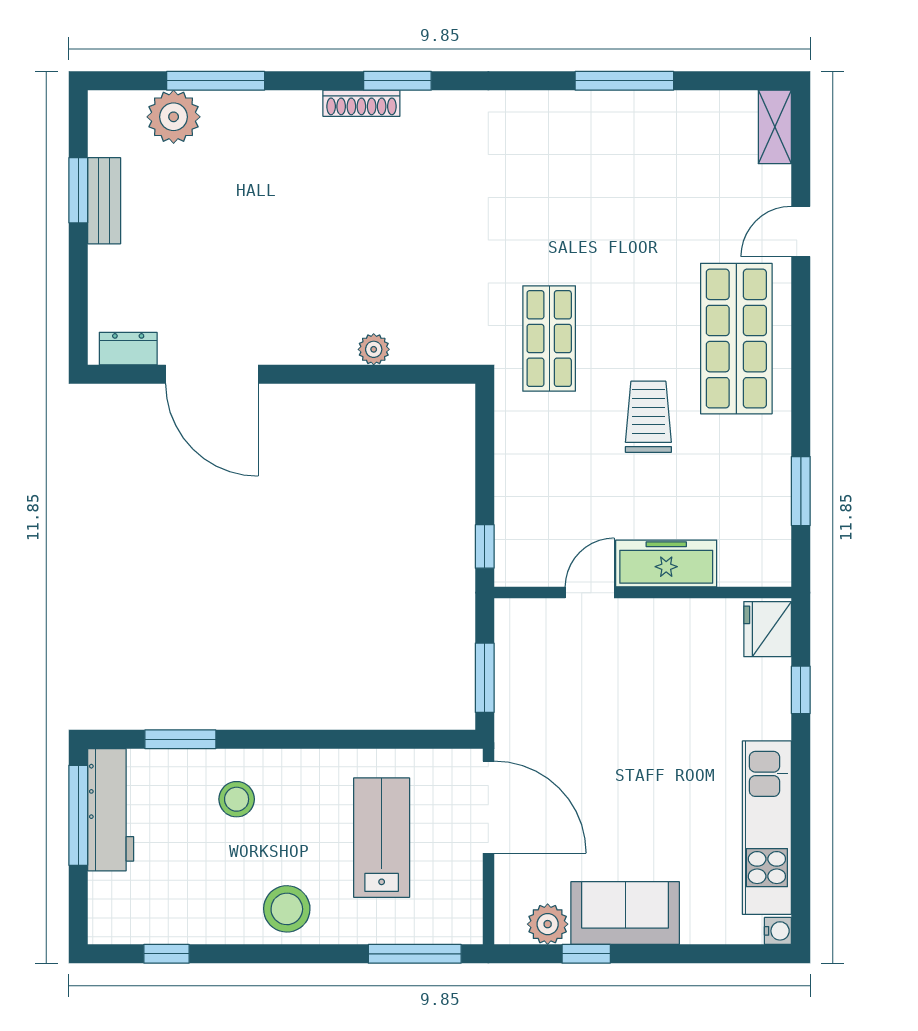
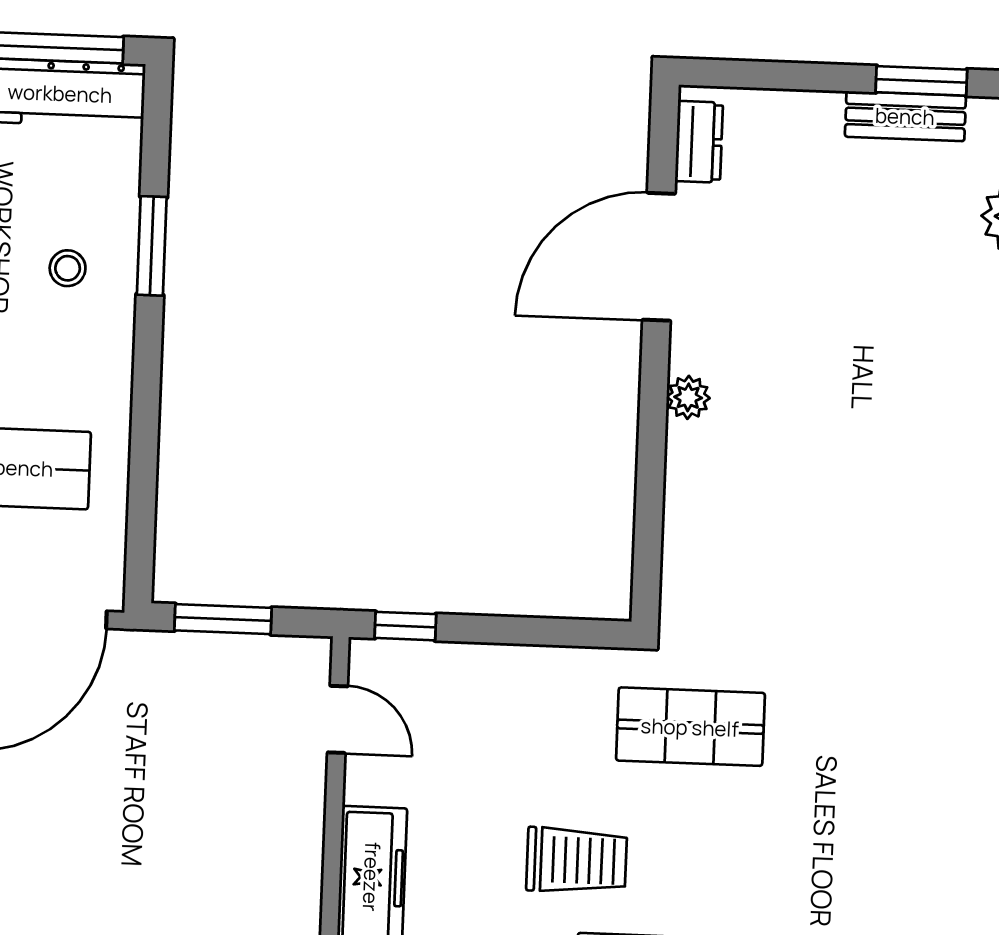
plant: (374, 349) -> (688, 397), moved
door: (590, 593) -> (338, 719), moved
window: (180, 739) -> (152, 246), moved
stool: (237, 799) -> (68, 268), width x0.73, depth x0.73

